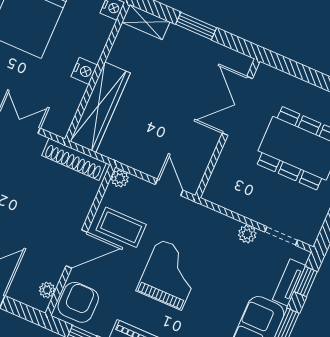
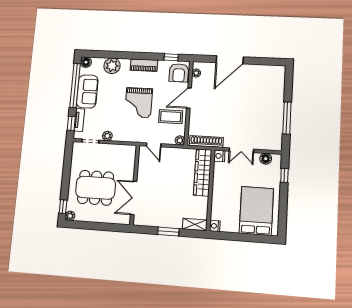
nightstand: (84, 71) -> (219, 156), moved
double door: (237, 106) -> (134, 198), swing flipped

